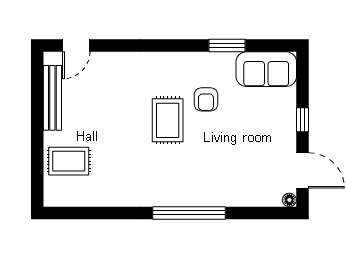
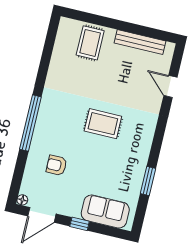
door: (76, 46) -> (171, 86), moved
sofa: (266, 69) -> (105, 211), moved, turned 90
armchair: (206, 99) -> (57, 165), moved

